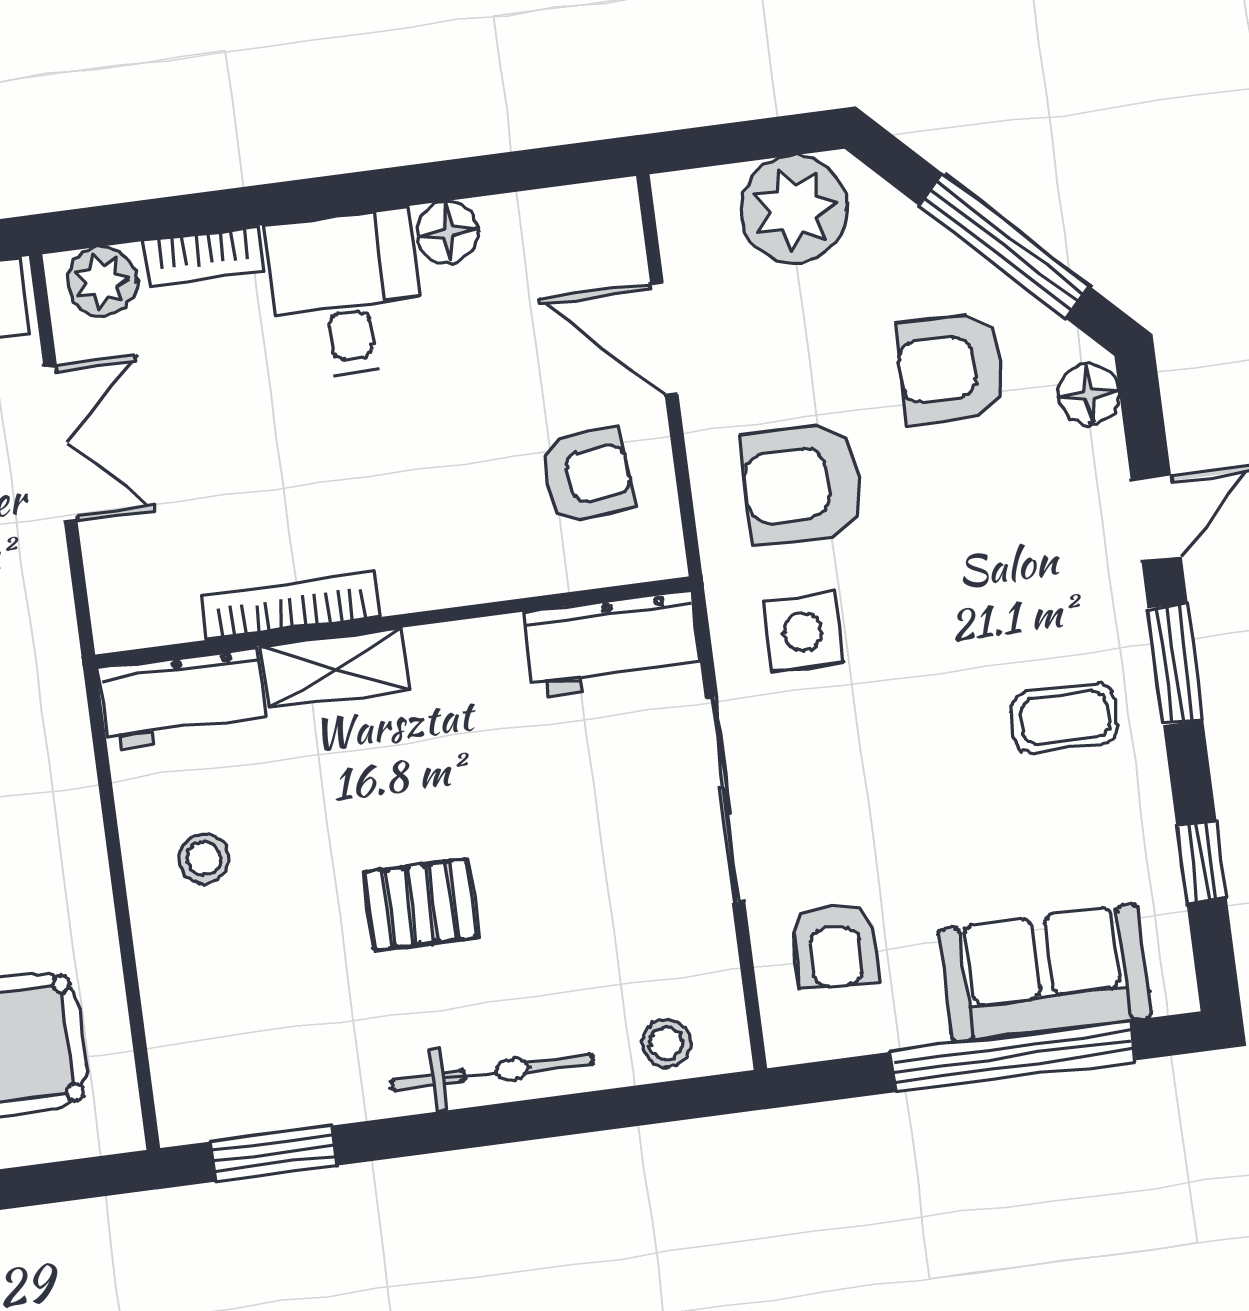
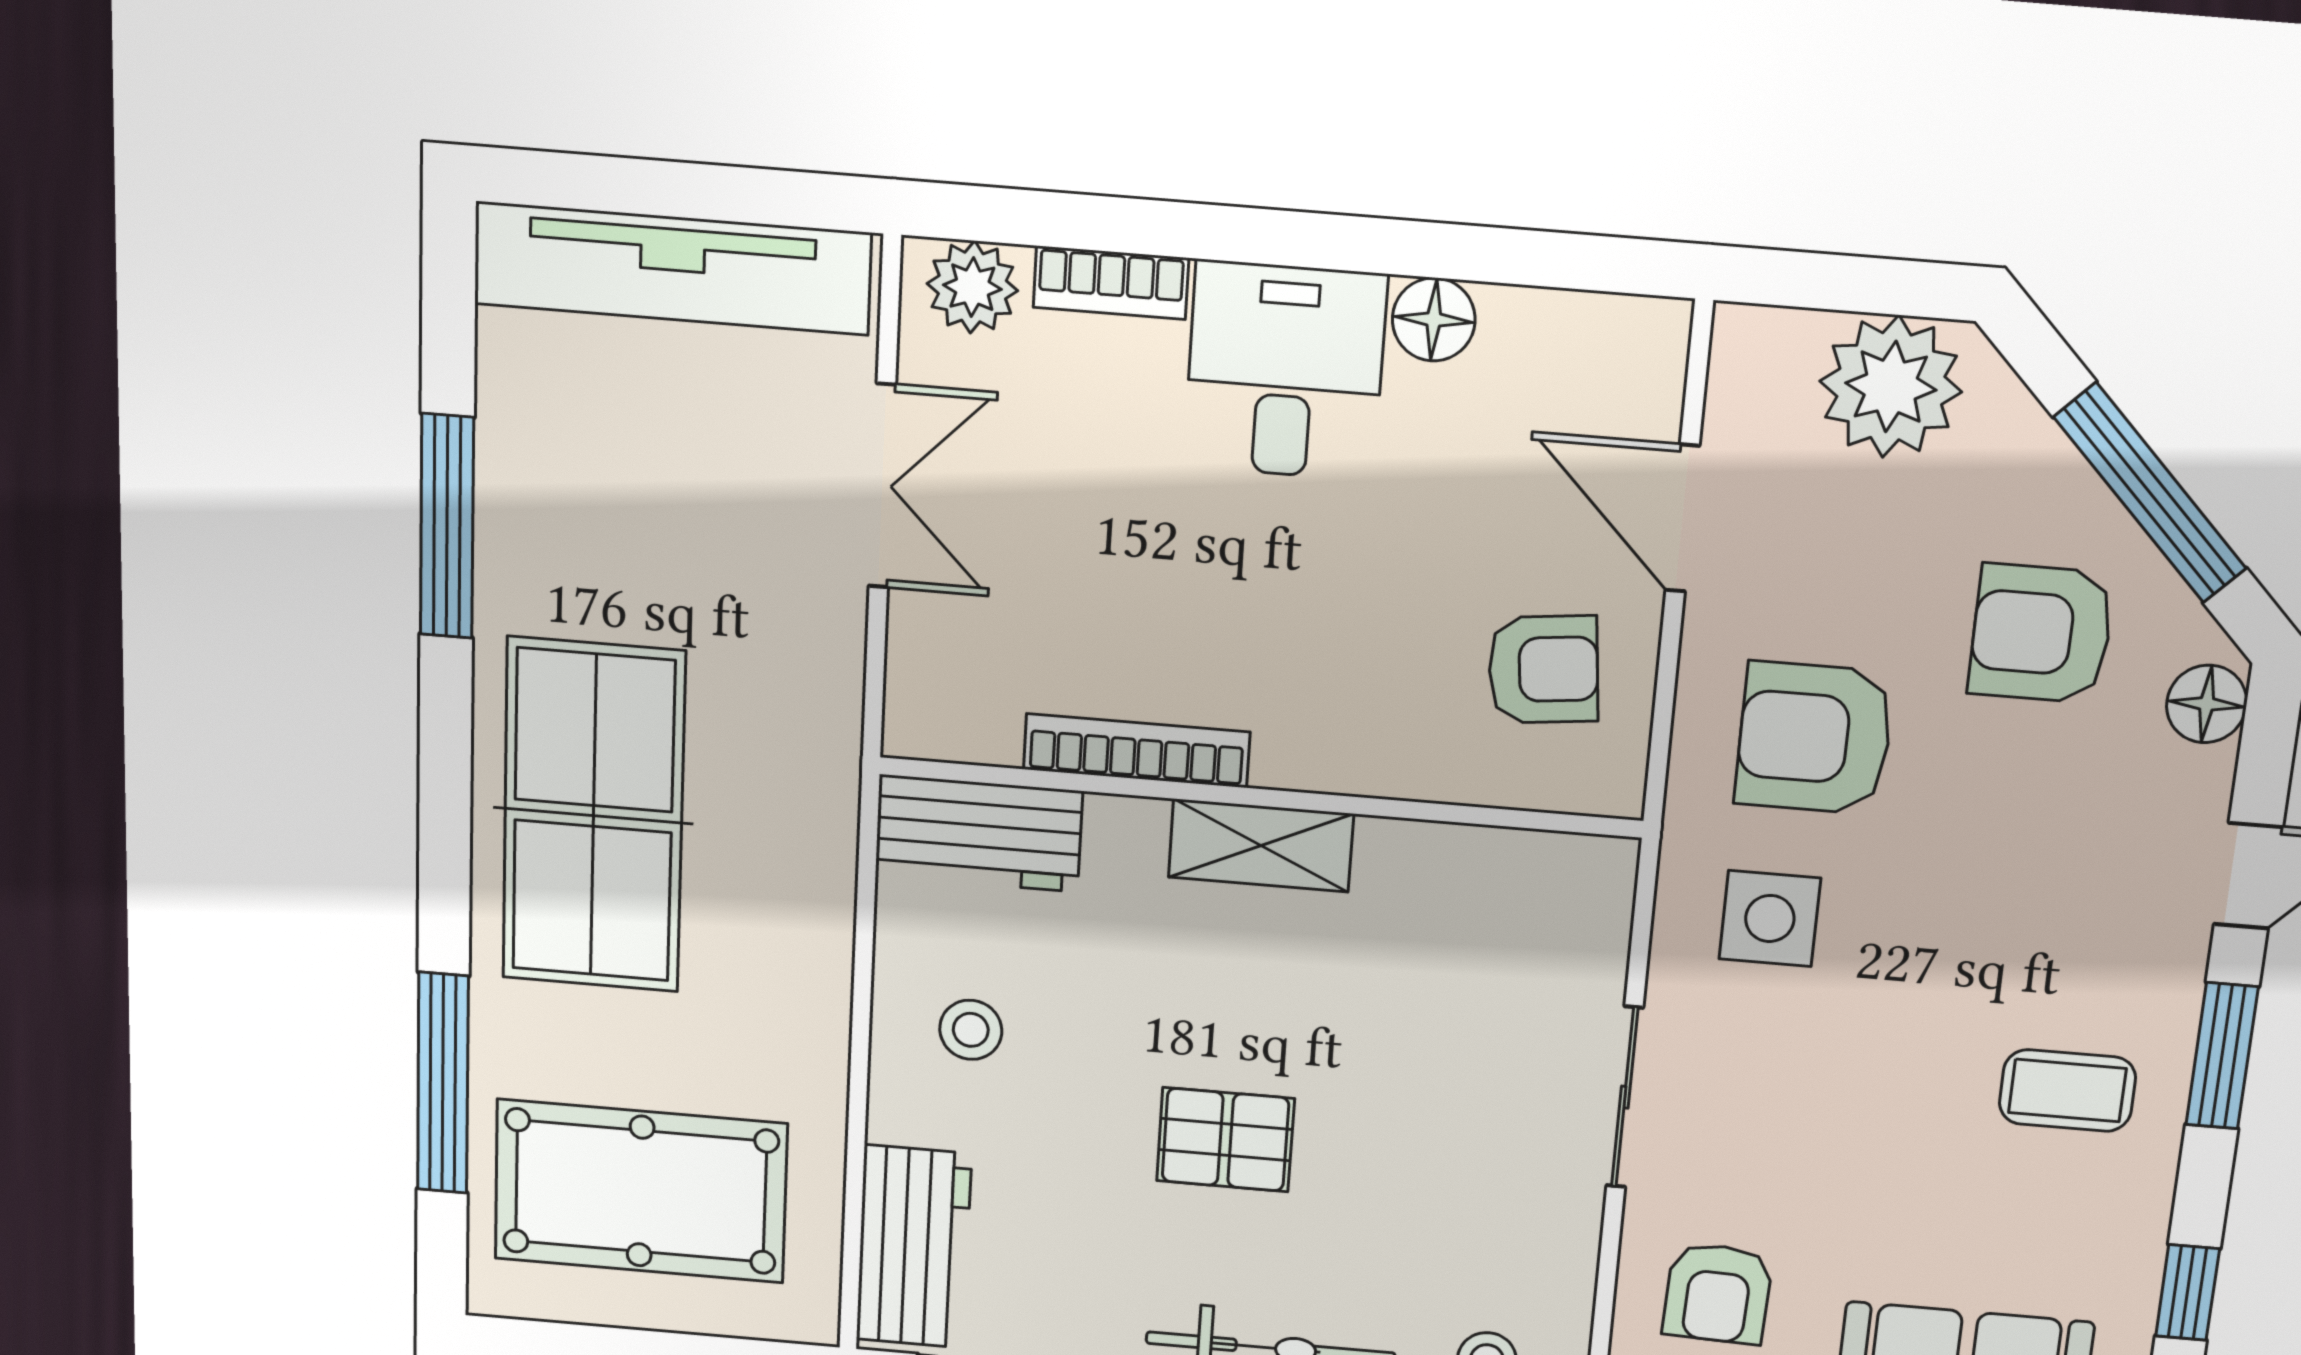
workbench: (613, 644) -> (914, 1247), moved, turned -90
shelving: (335, 669) -> (1261, 845), moved
sliding door: (725, 800) -> (1625, 1097), width x0.73

